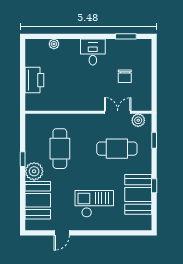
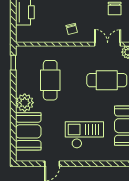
chair: (81, 97) -> (72, 29), added
window: (23, 159) -> (13, 63), moved

